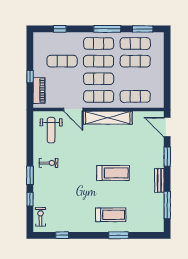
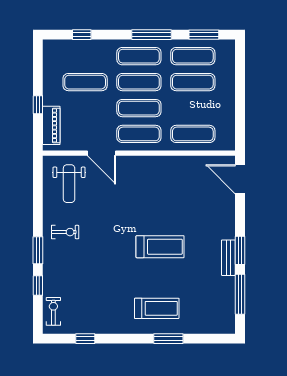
shelving: (108, 118) -> (152, 165), removed
window: (167, 157) -> (240, 250), moved

